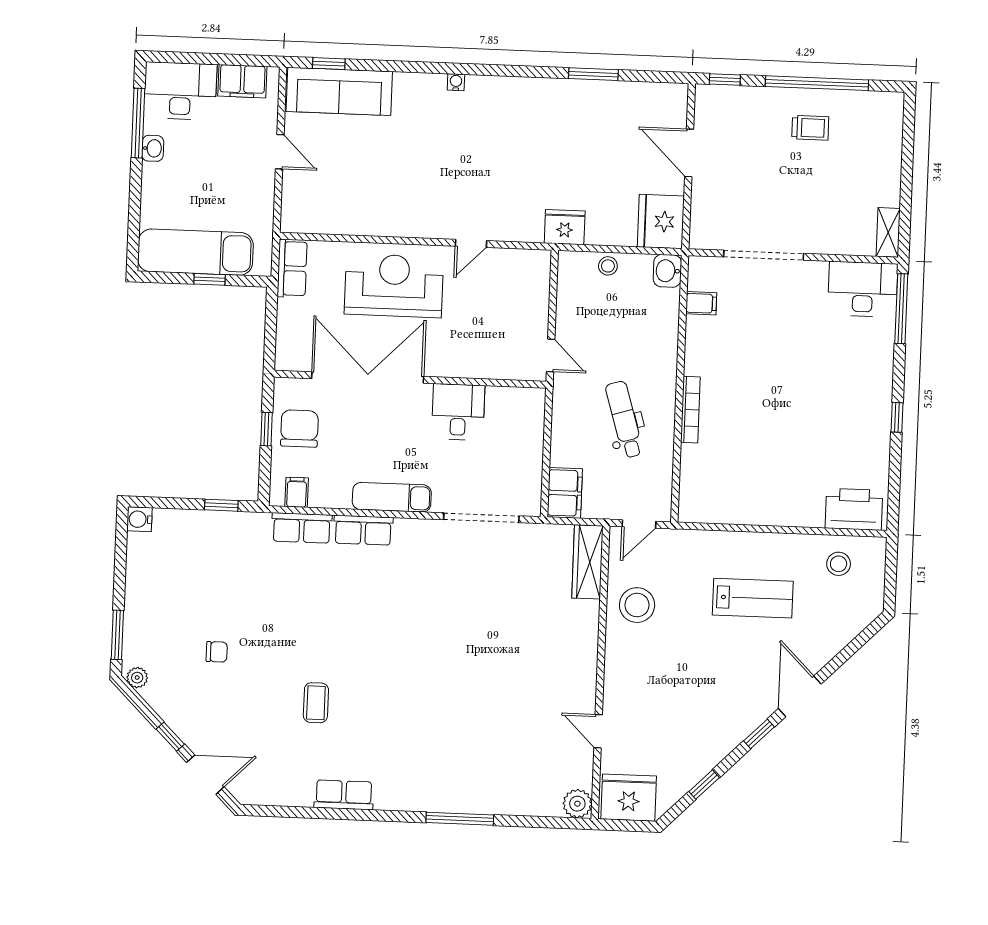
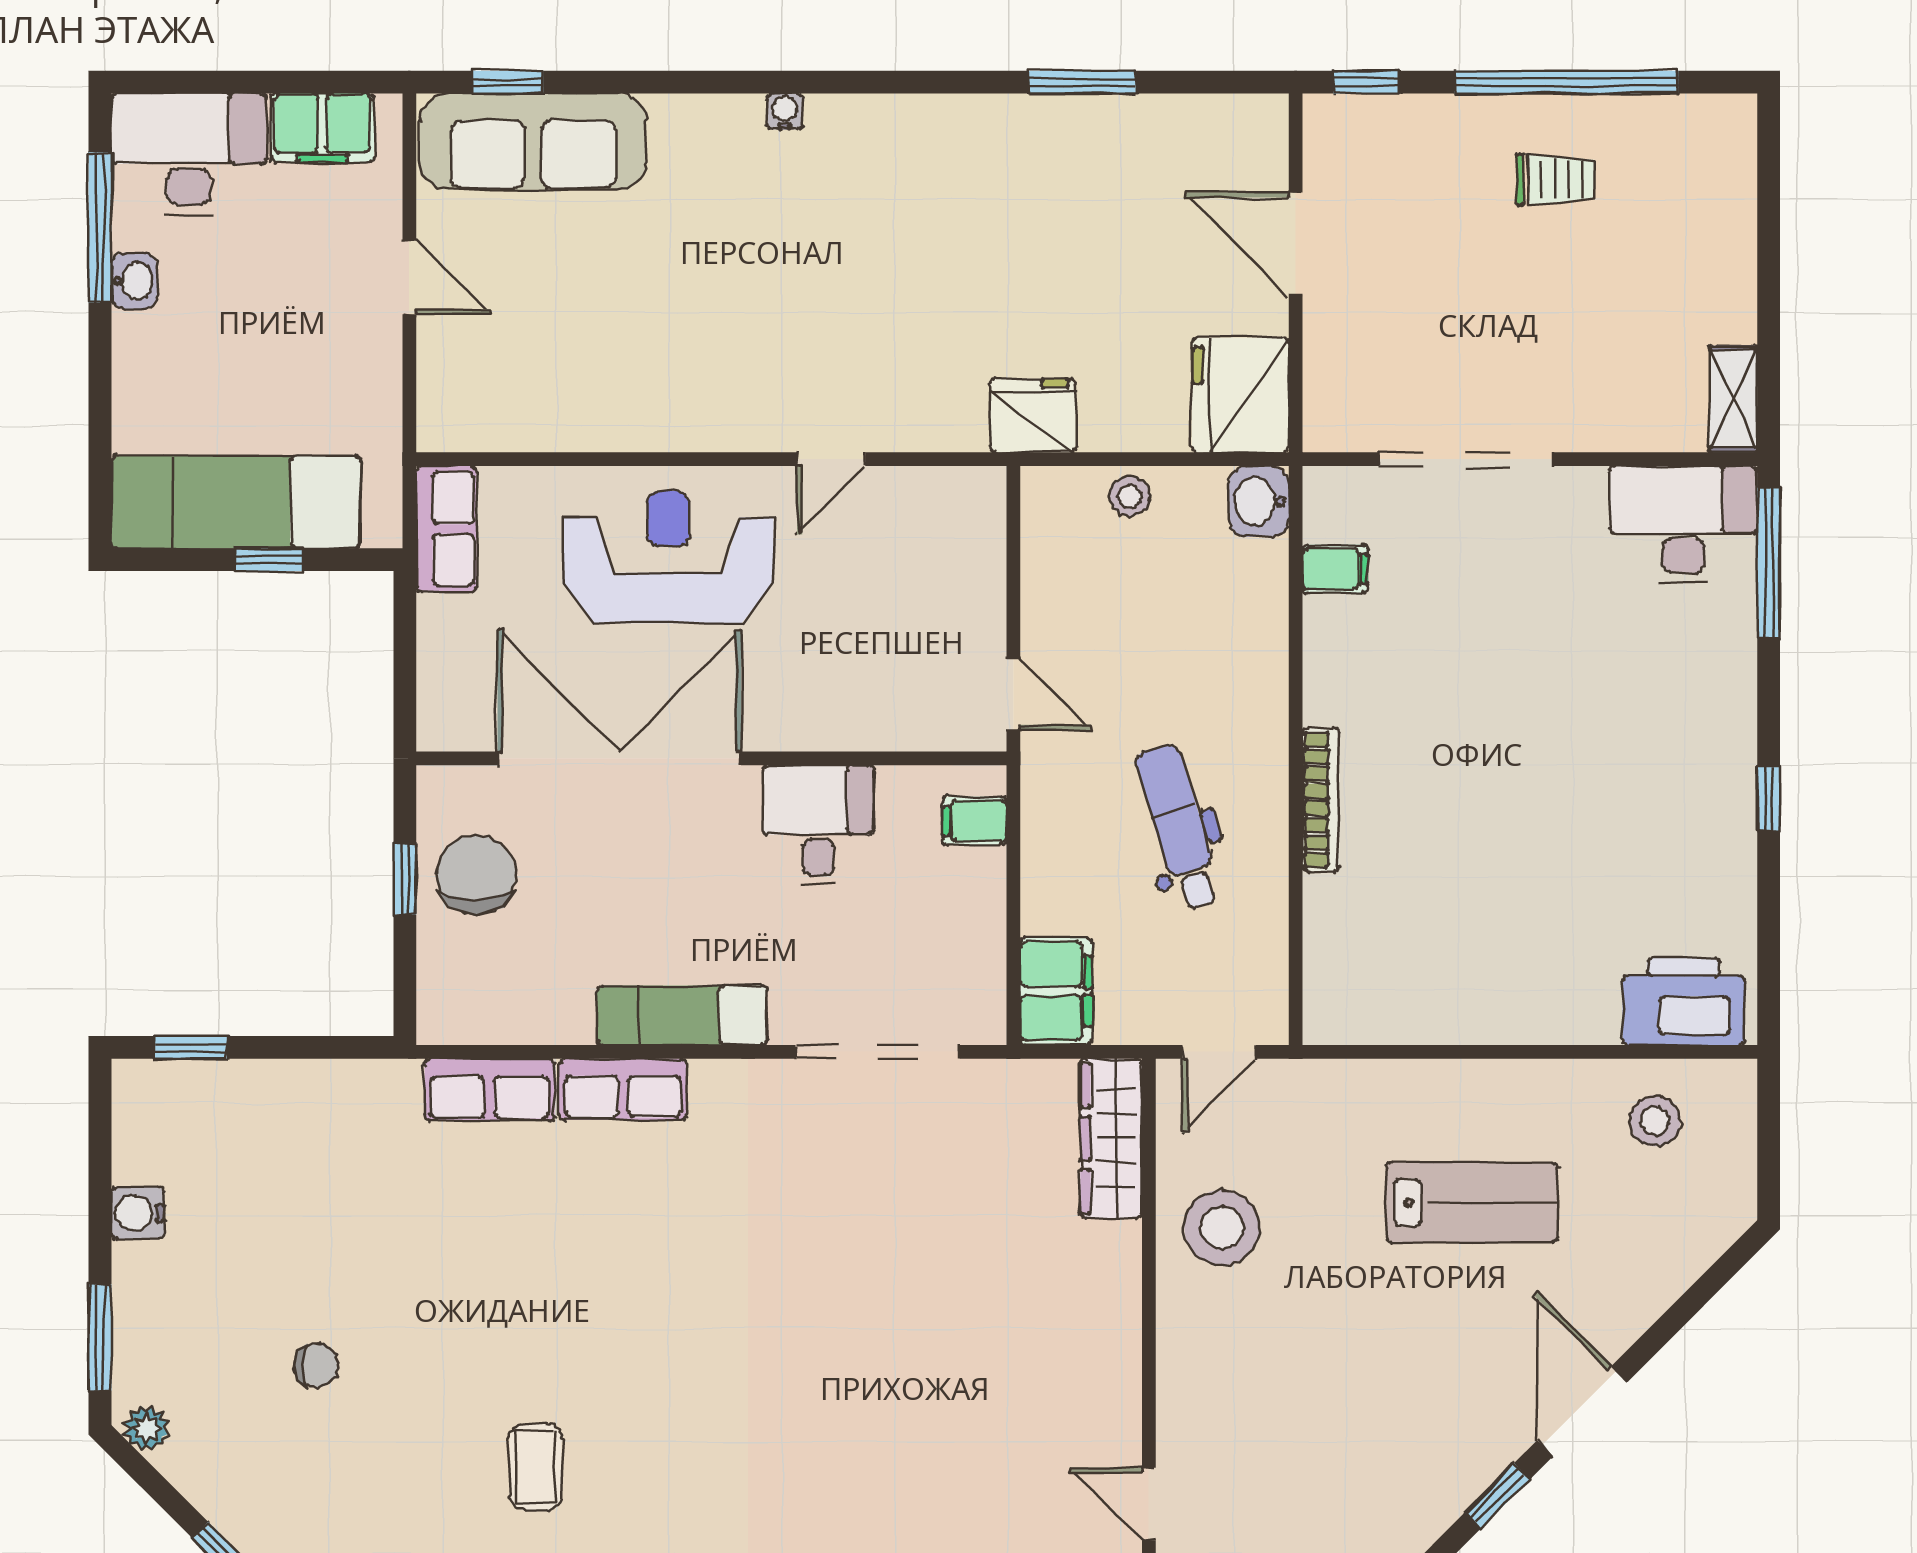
filing cabinet: (297, 492) -> (974, 821), moved, turned -90
window: (221, 505) -> (190, 1047), moved
water cooler: (139, 519) -> (138, 1213), moved

